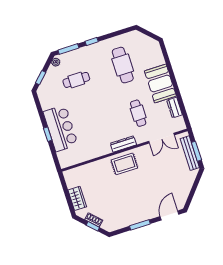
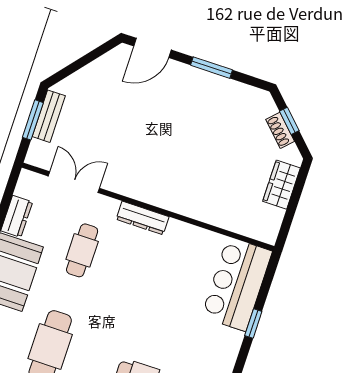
bar counter: (61, 128) -> (237, 284), moved
bench: (190, 153) -> (49, 116), width x0.73
rug: (124, 164) -> (164, 185), removed

